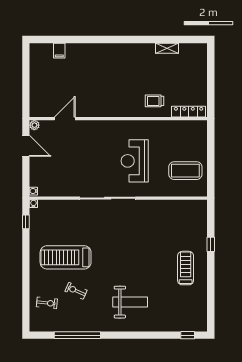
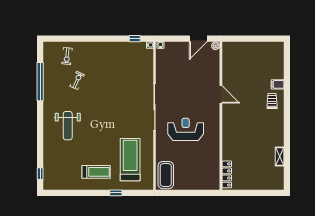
filing cabinet: (59, 51) -> (278, 84), moved
trolley: (154, 101) -> (272, 101), moved
door: (65, 119) -> (221, 94), moved
coffee table: (185, 171) -> (166, 175), moved
treadmill: (66, 257) -> (130, 160), moved

